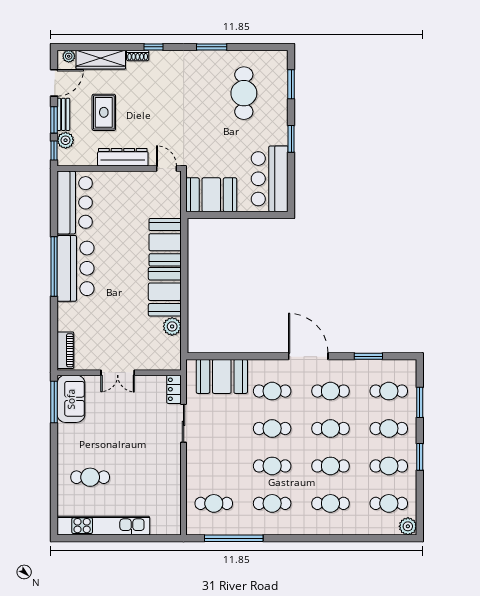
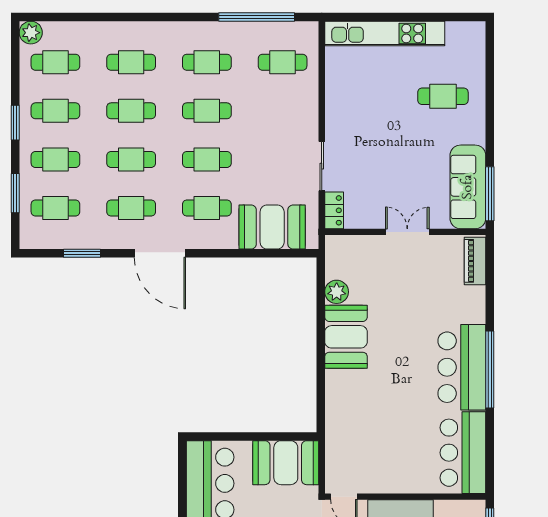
booth: (165, 242) -> (346, 401), removed
sofa: (71, 399) -> (468, 187), width x1.36
kitchen unit: (103, 526) -> (385, 33), moved

